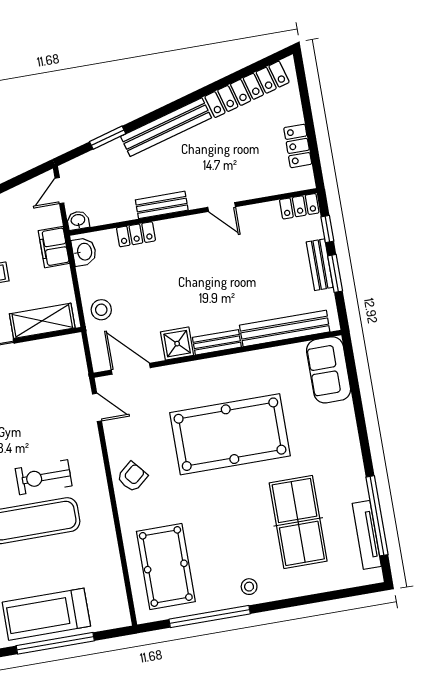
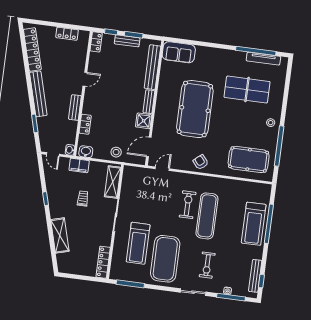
exercise bike: (44, 477) -> (188, 205), turned 180

